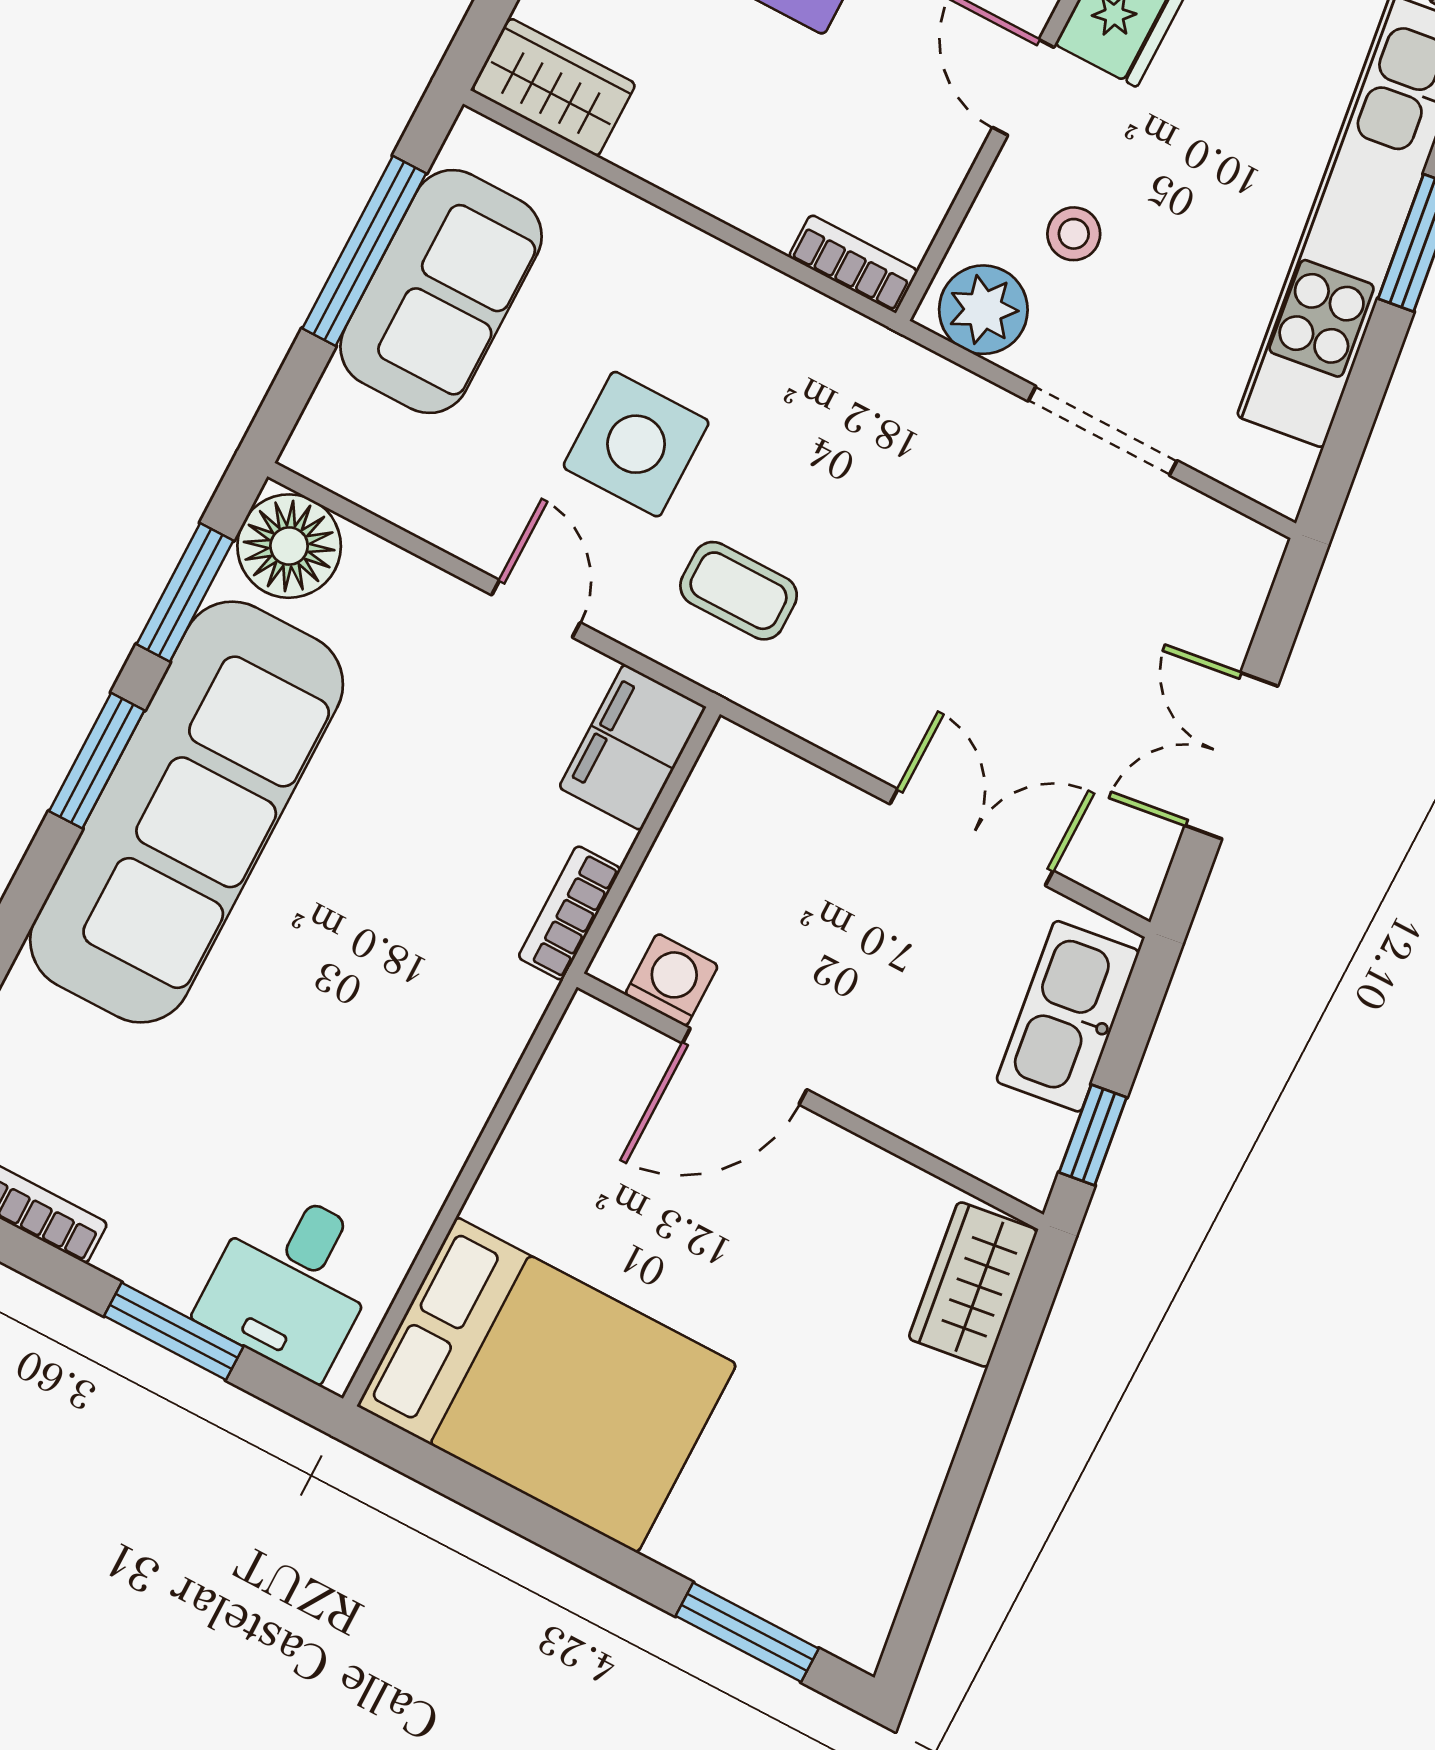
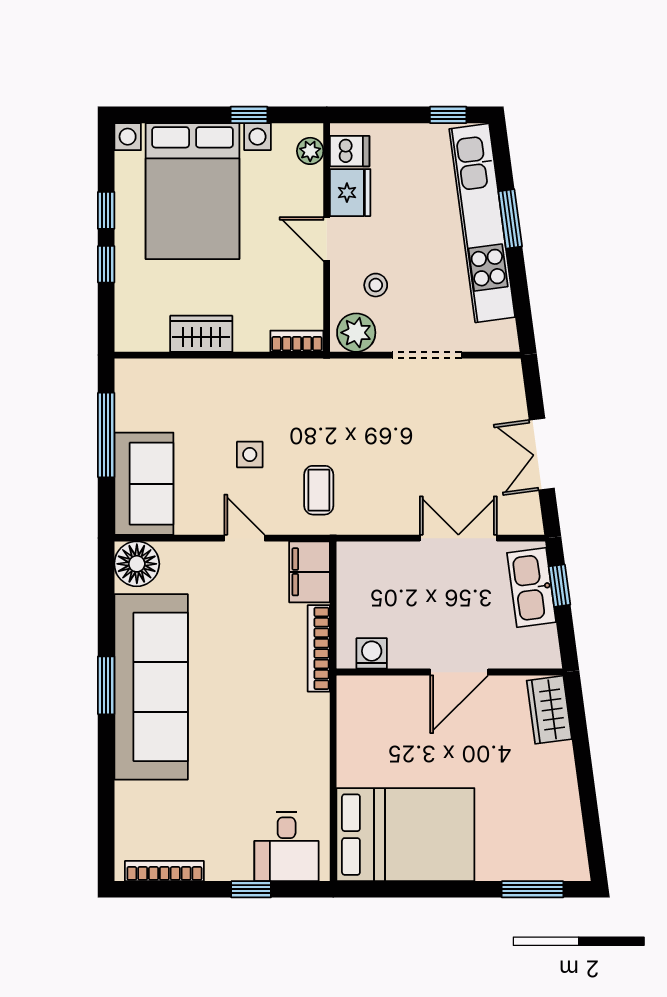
wardrobe: (554, 87) -> (201, 334), moved
sofa: (441, 291) -> (144, 484), moved
side table: (636, 444) -> (250, 454), width x0.54, depth x0.54
coffee table: (739, 591) -> (319, 490), turned 90
window: (185, 592) -> (106, 603), removed
bookcase: (569, 913) -> (319, 648), width x1.56
door: (745, 1066) -> (459, 672), moved
window: (1093, 1135) -> (559, 586), moved
window: (174, 1331) -> (251, 889), width x0.67

